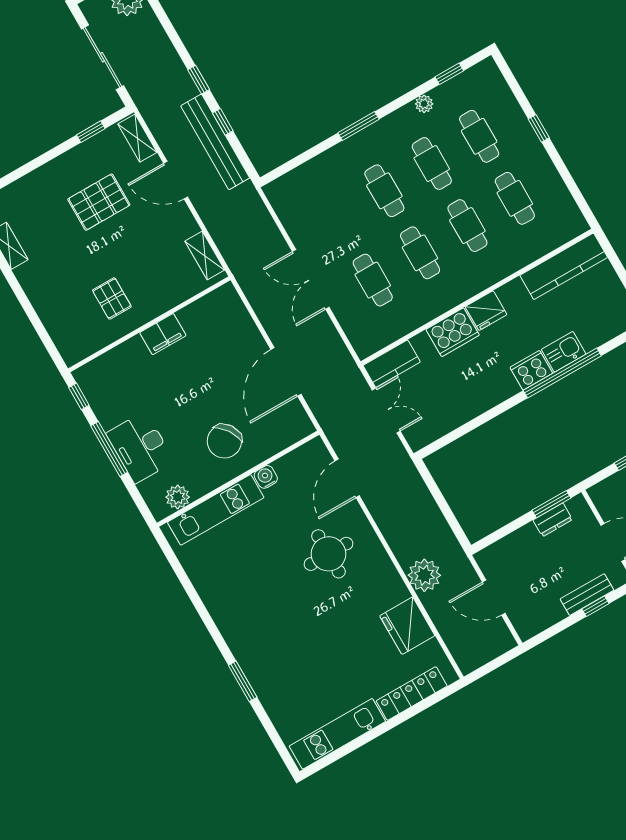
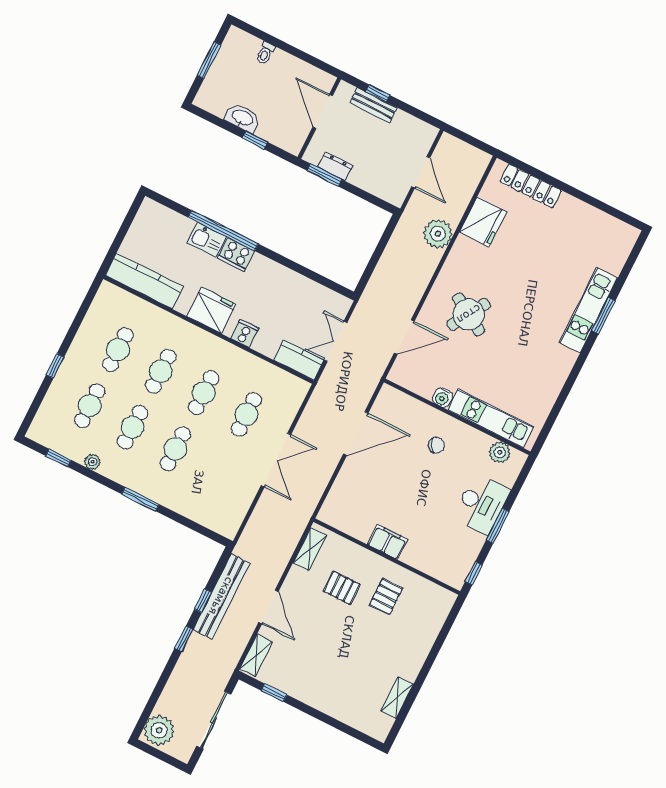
pallet: (99, 202) -> (342, 588), moved, width x0.67, depth x0.71
fridge: (486, 311) -> (211, 310), width x1.36, depth x1.34
cooker: (453, 332) -> (245, 333), width x0.53, depth x0.76
chair: (224, 441) -> (436, 445), width x0.54, depth x0.54
window: (109, 449) -> (498, 526), width x0.69
round table: (328, 554) -> (469, 314), turned 31
kitchen unit: (337, 734) -> (588, 310), moved, turned 90

